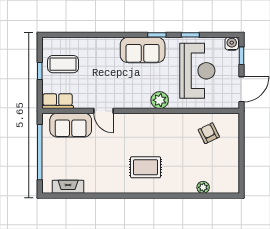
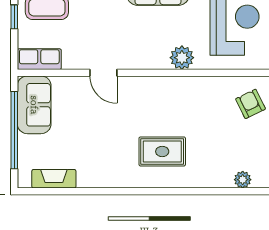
sofa: (71, 125) -> (34, 105), moved, turned -90

